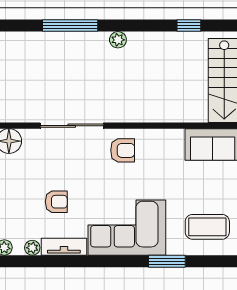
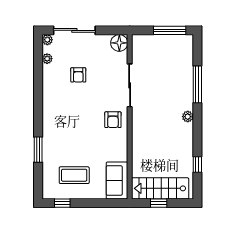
coffee table: (207, 227) -> (74, 175), moved, turned 90
corner sofa: (127, 228) -> (61, 123), removed
tv unit: (64, 247) -> (48, 80), removed

